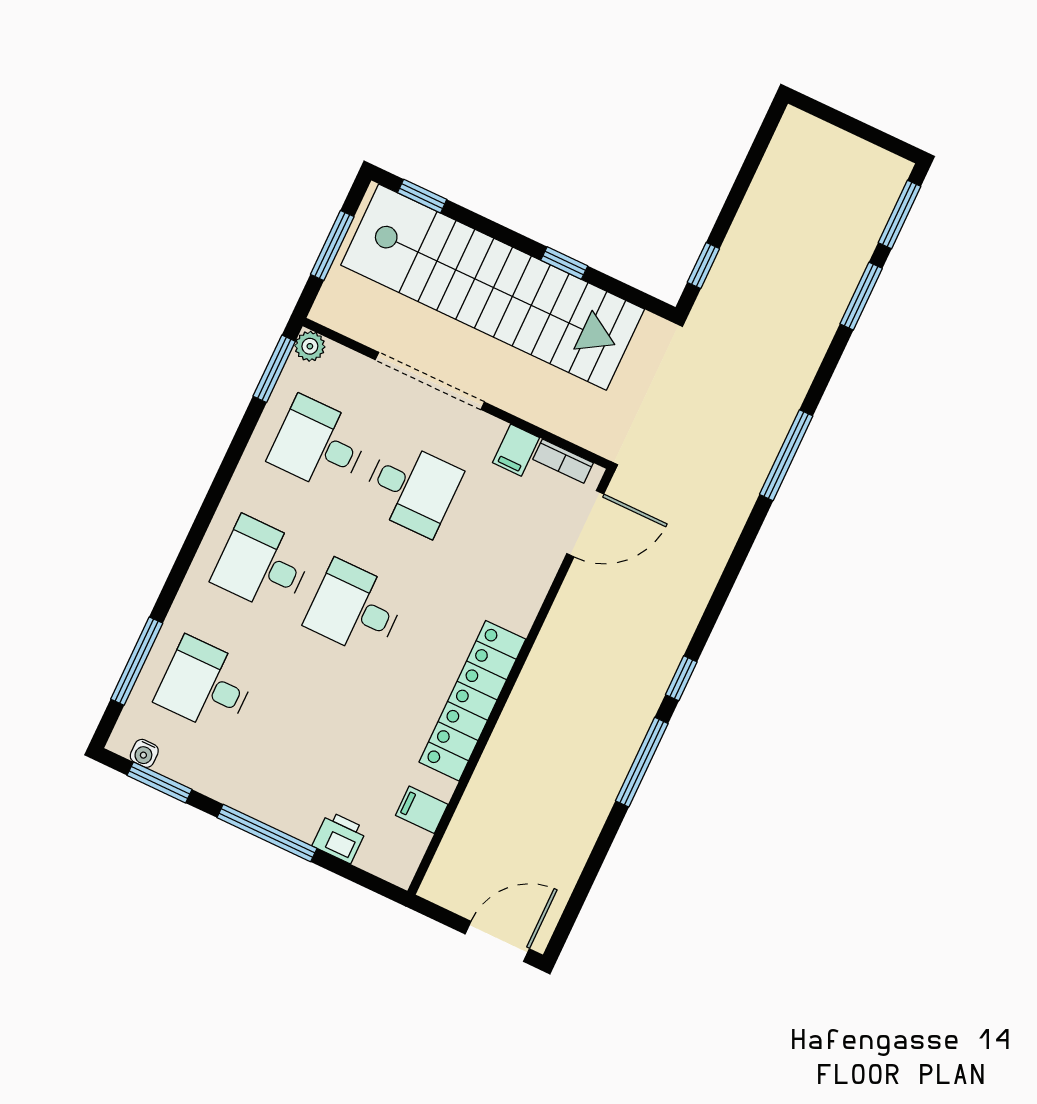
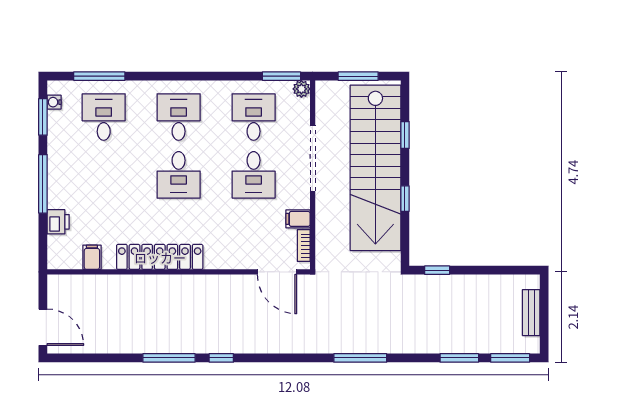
bench: (843, 146) -> (531, 313), added
window: (422, 196) -> (405, 135), moved
desk: (355, 608) -> (179, 175), turned 180

